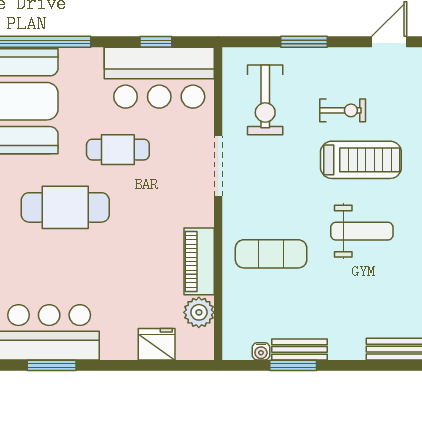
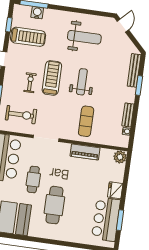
plant: (199, 312) -> (120, 157), moved
fridge: (157, 344) -> (115, 190), moved
window: (293, 365) -> (139, 85), moved

